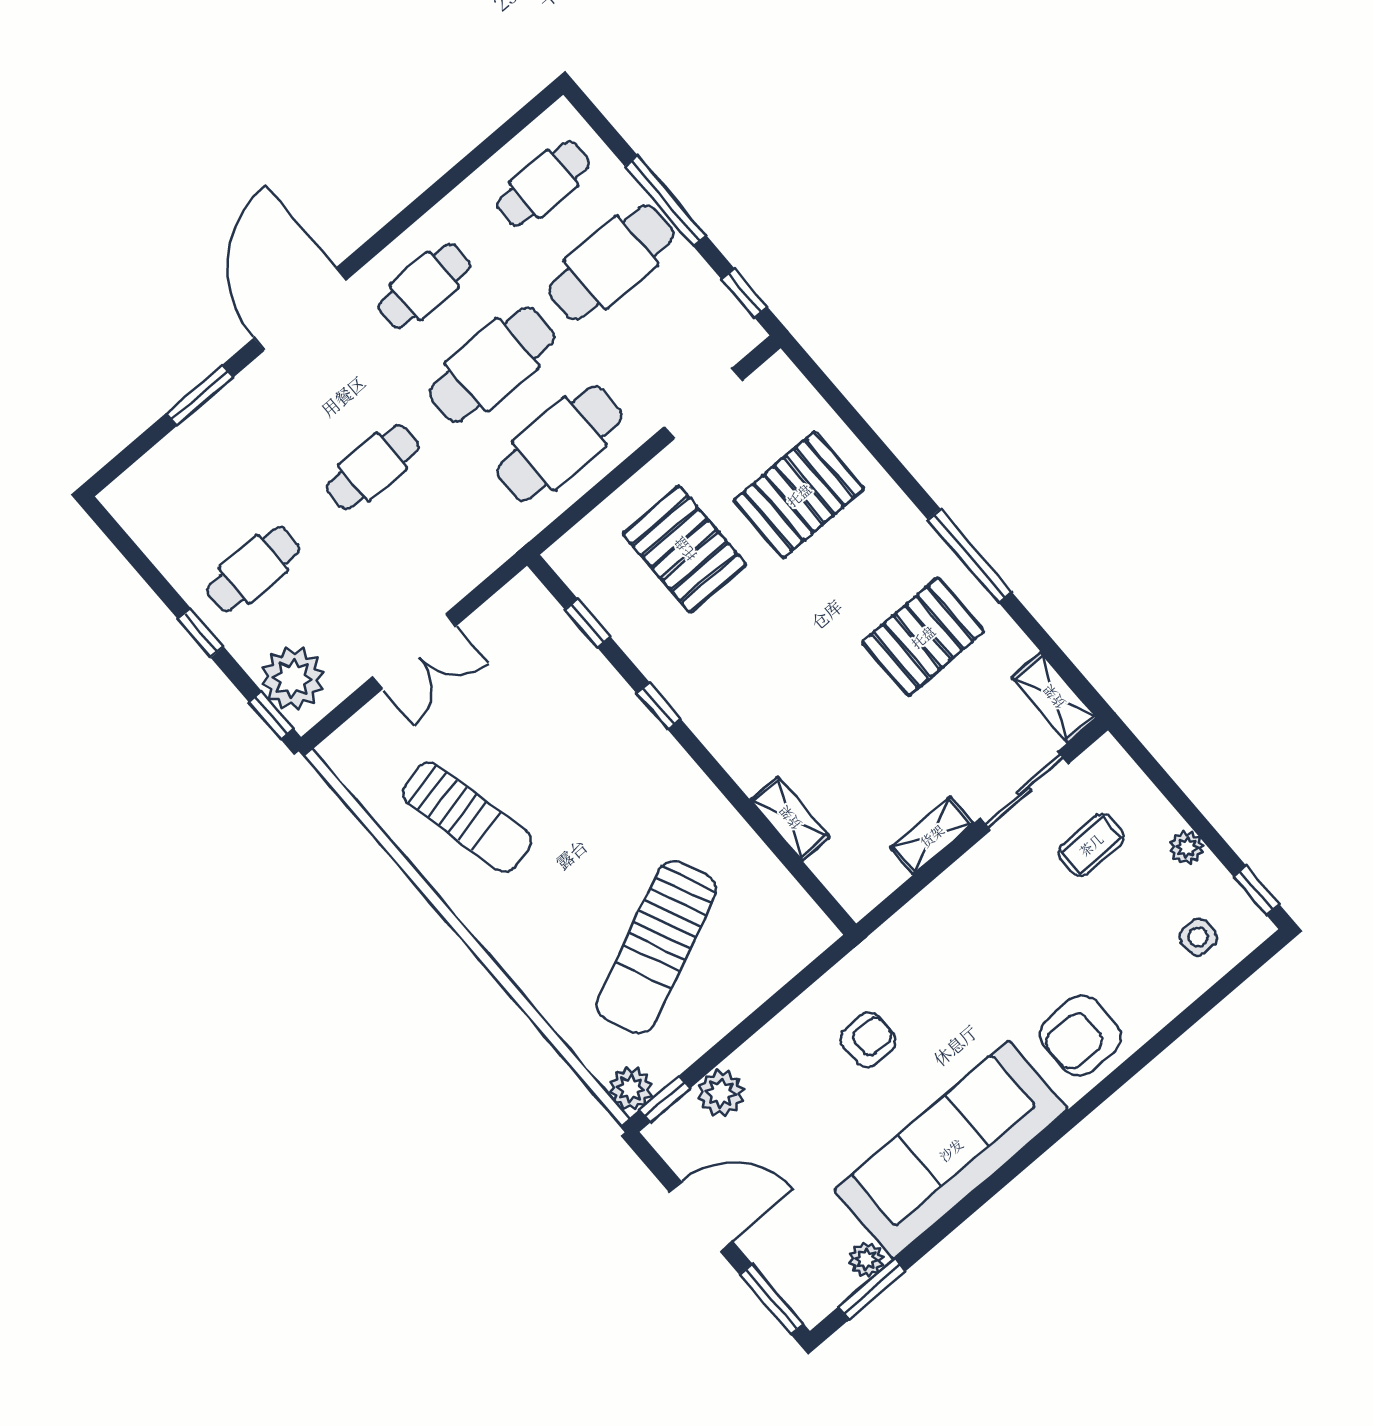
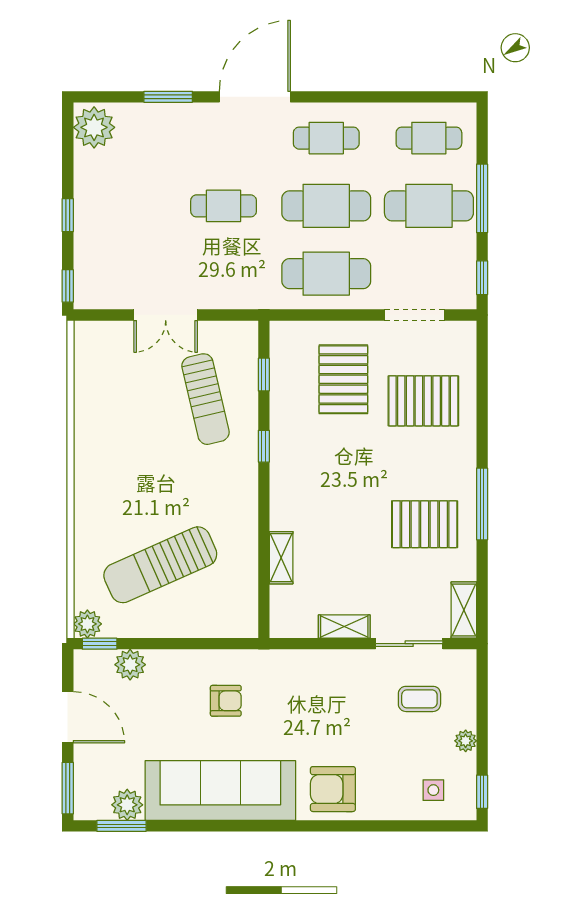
cafe table: (253, 569) -> (121, 206), removed
plant: (293, 678) -> (94, 127), moved
sun lounger: (467, 817) -> (205, 399), moved
plant: (866, 1260) -> (127, 805), width x1.38, depth x1.38

